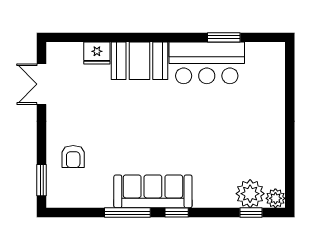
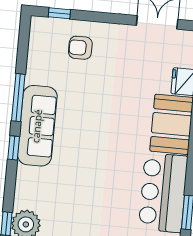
window: (42, 180) -> (59, 13), width x0.67

